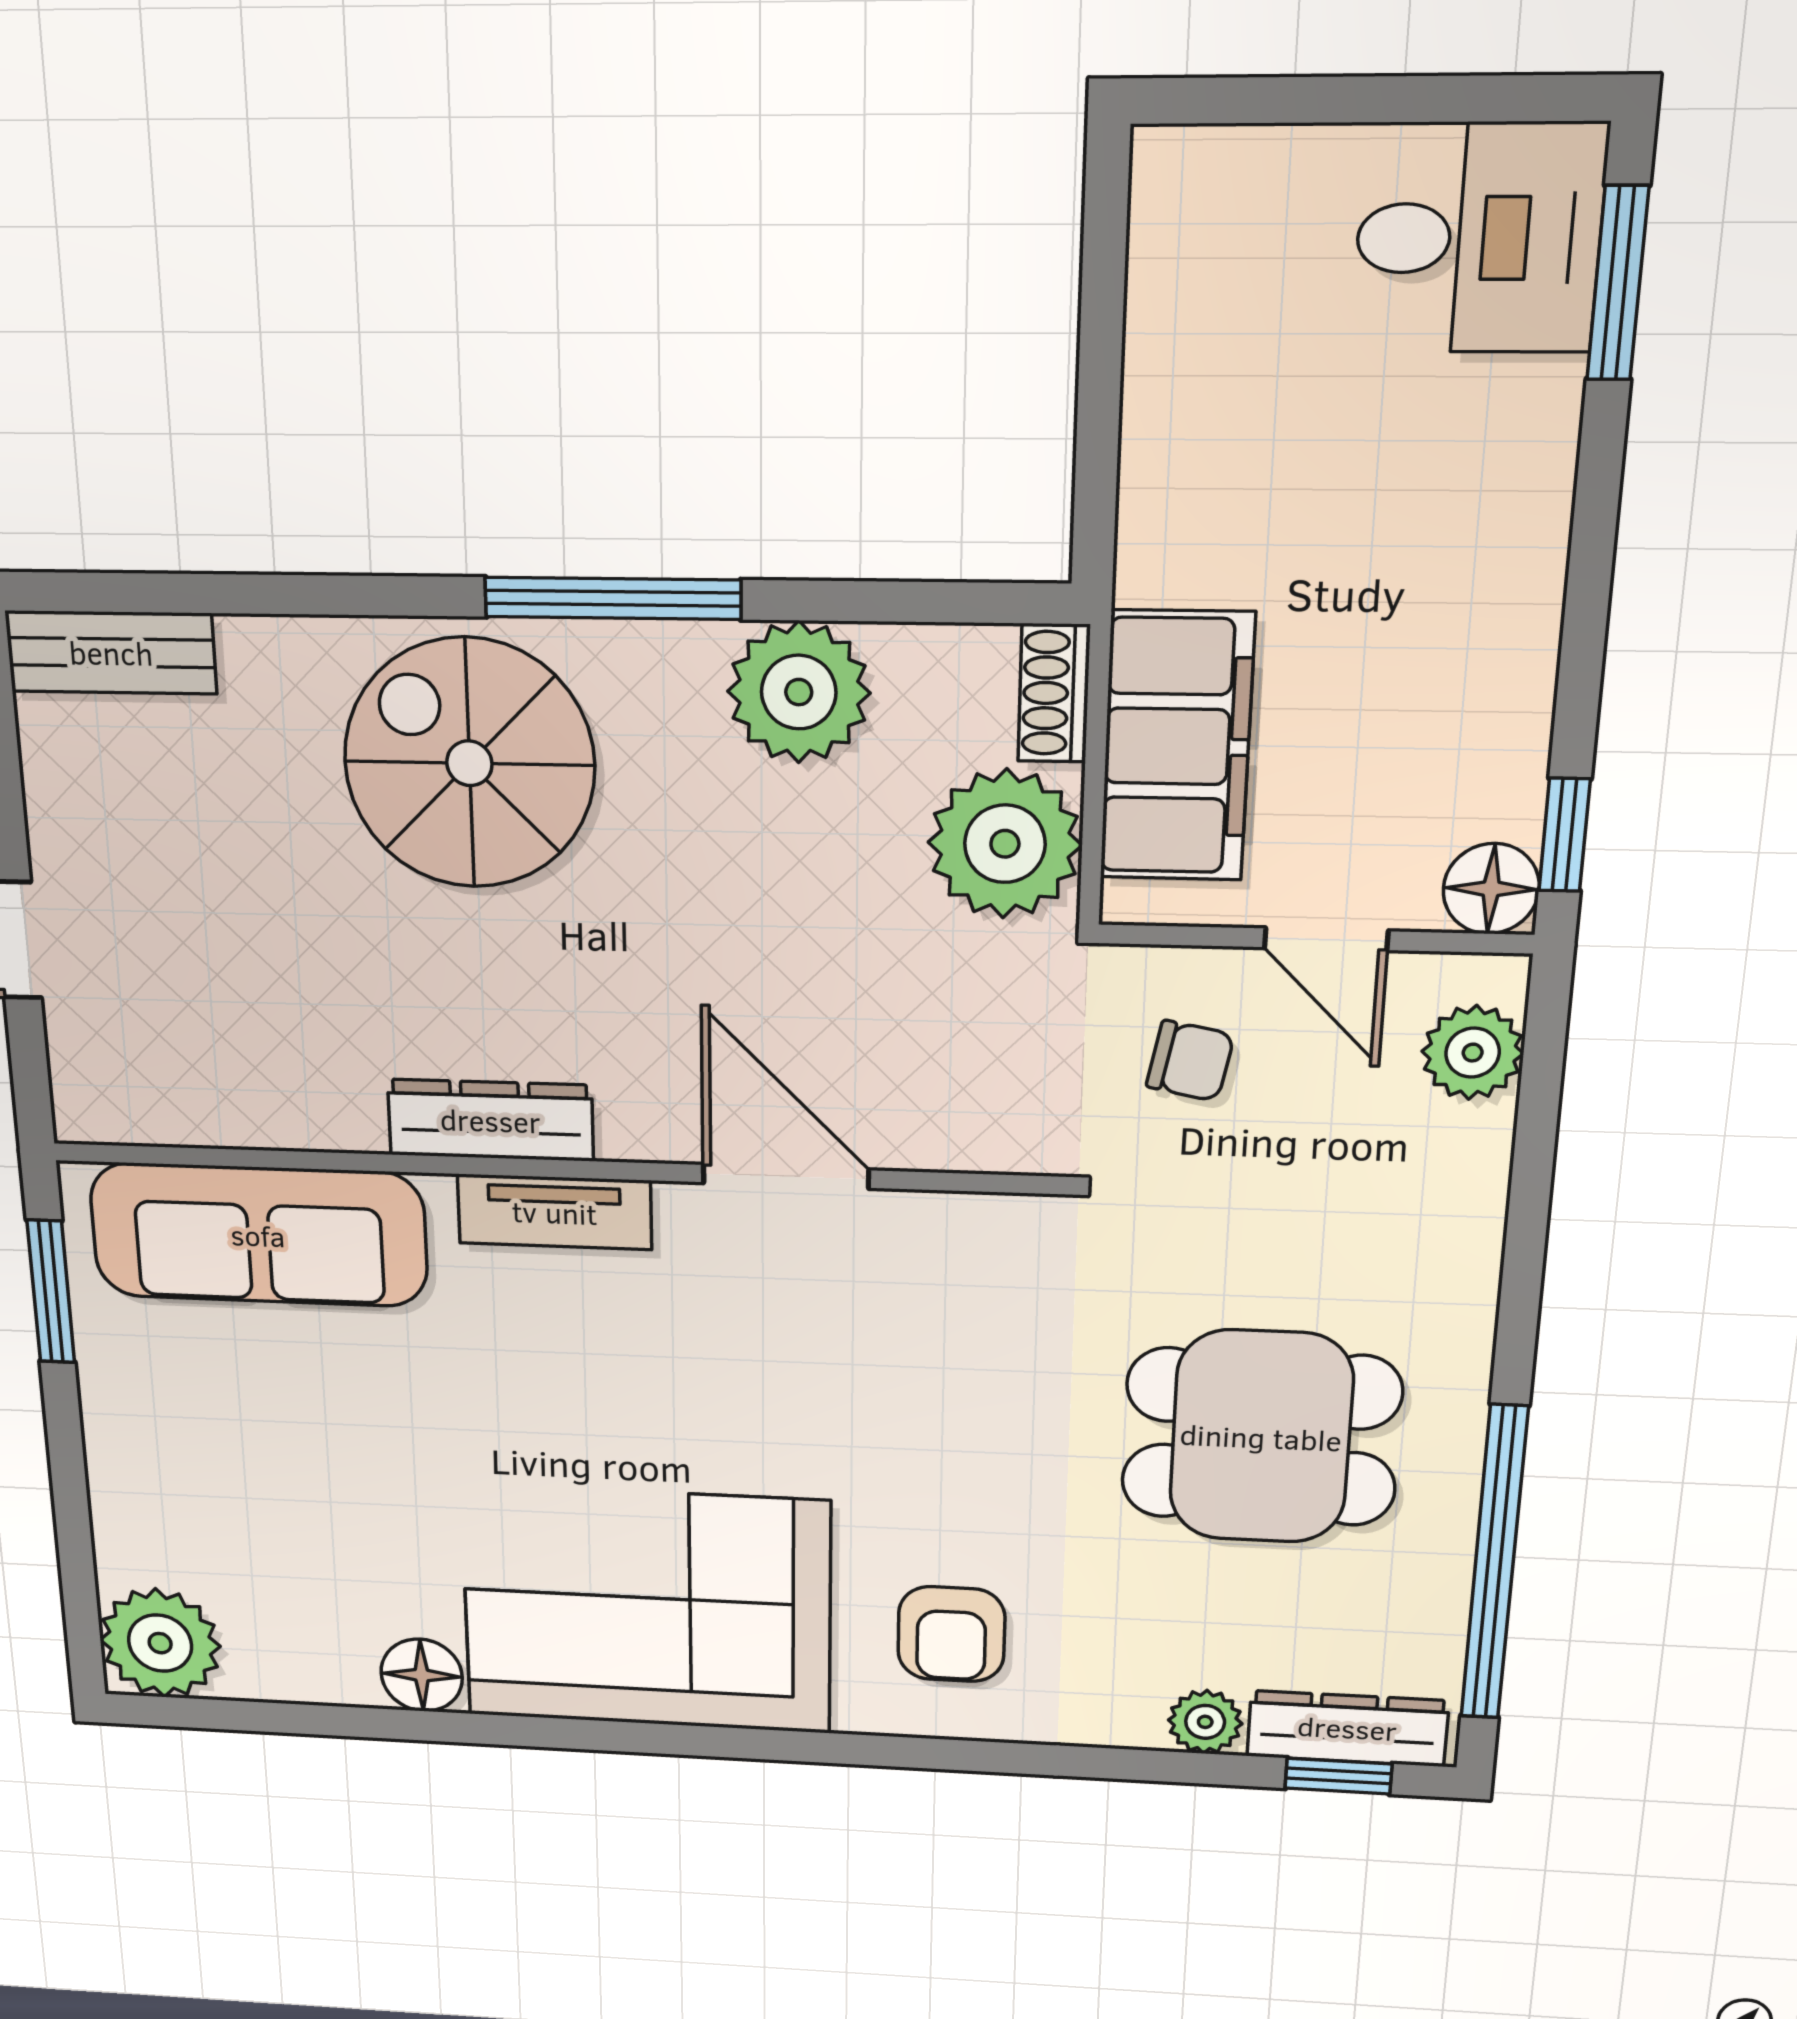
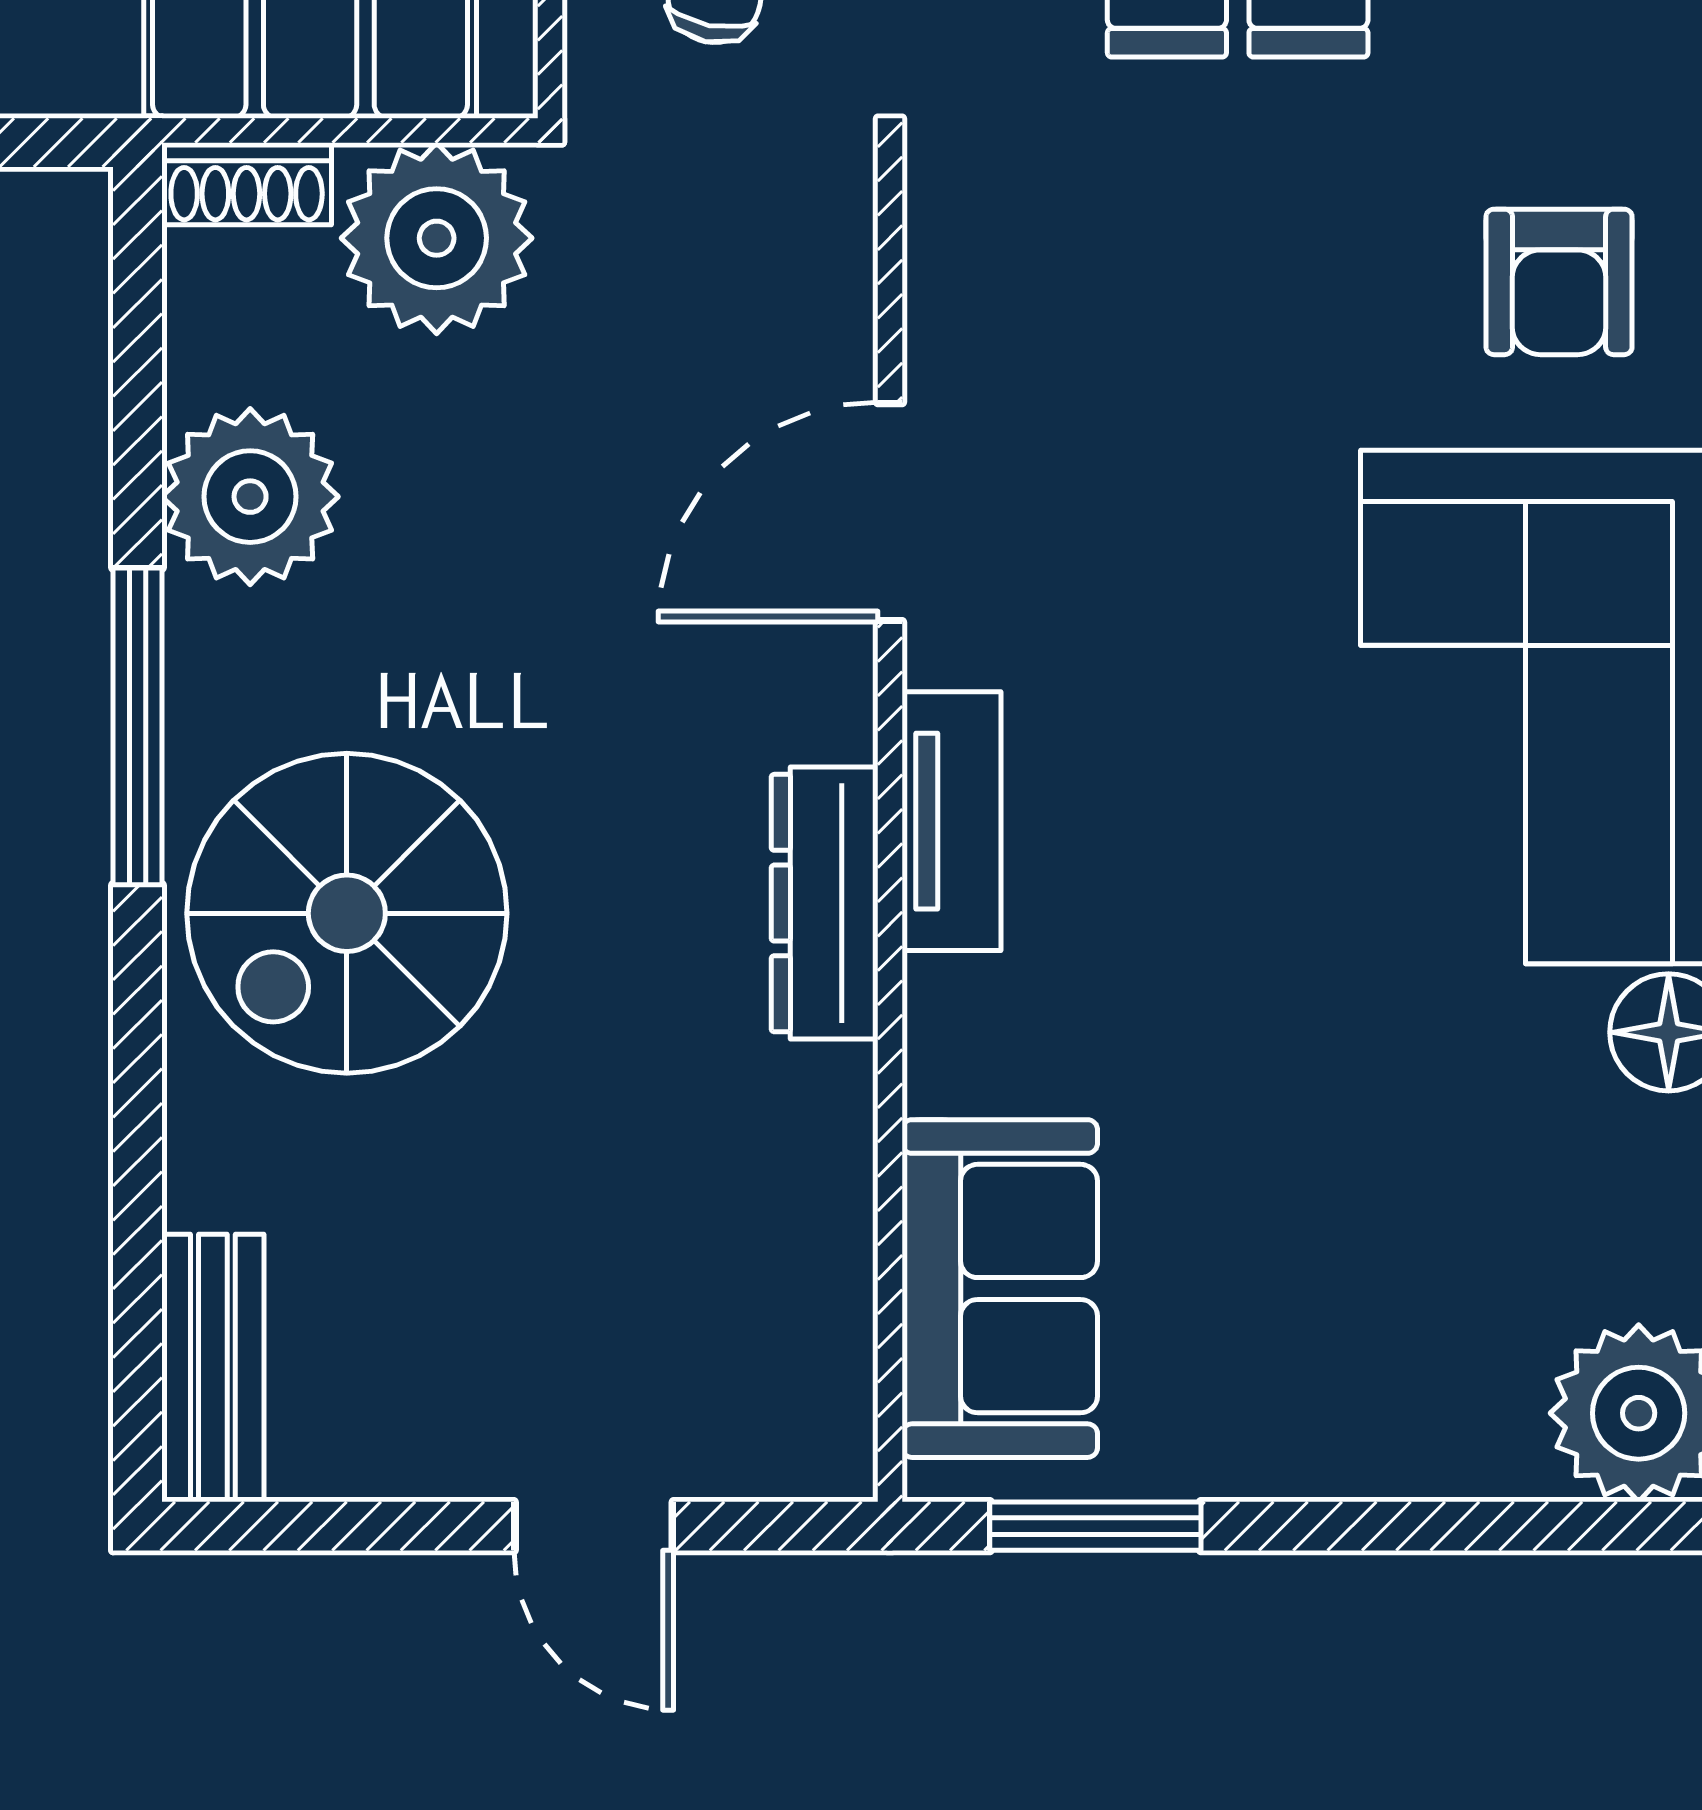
sofa: (258, 1235) -> (1000, 1289), width x0.73
armchair: (951, 1634) -> (1559, 282), turned 90

